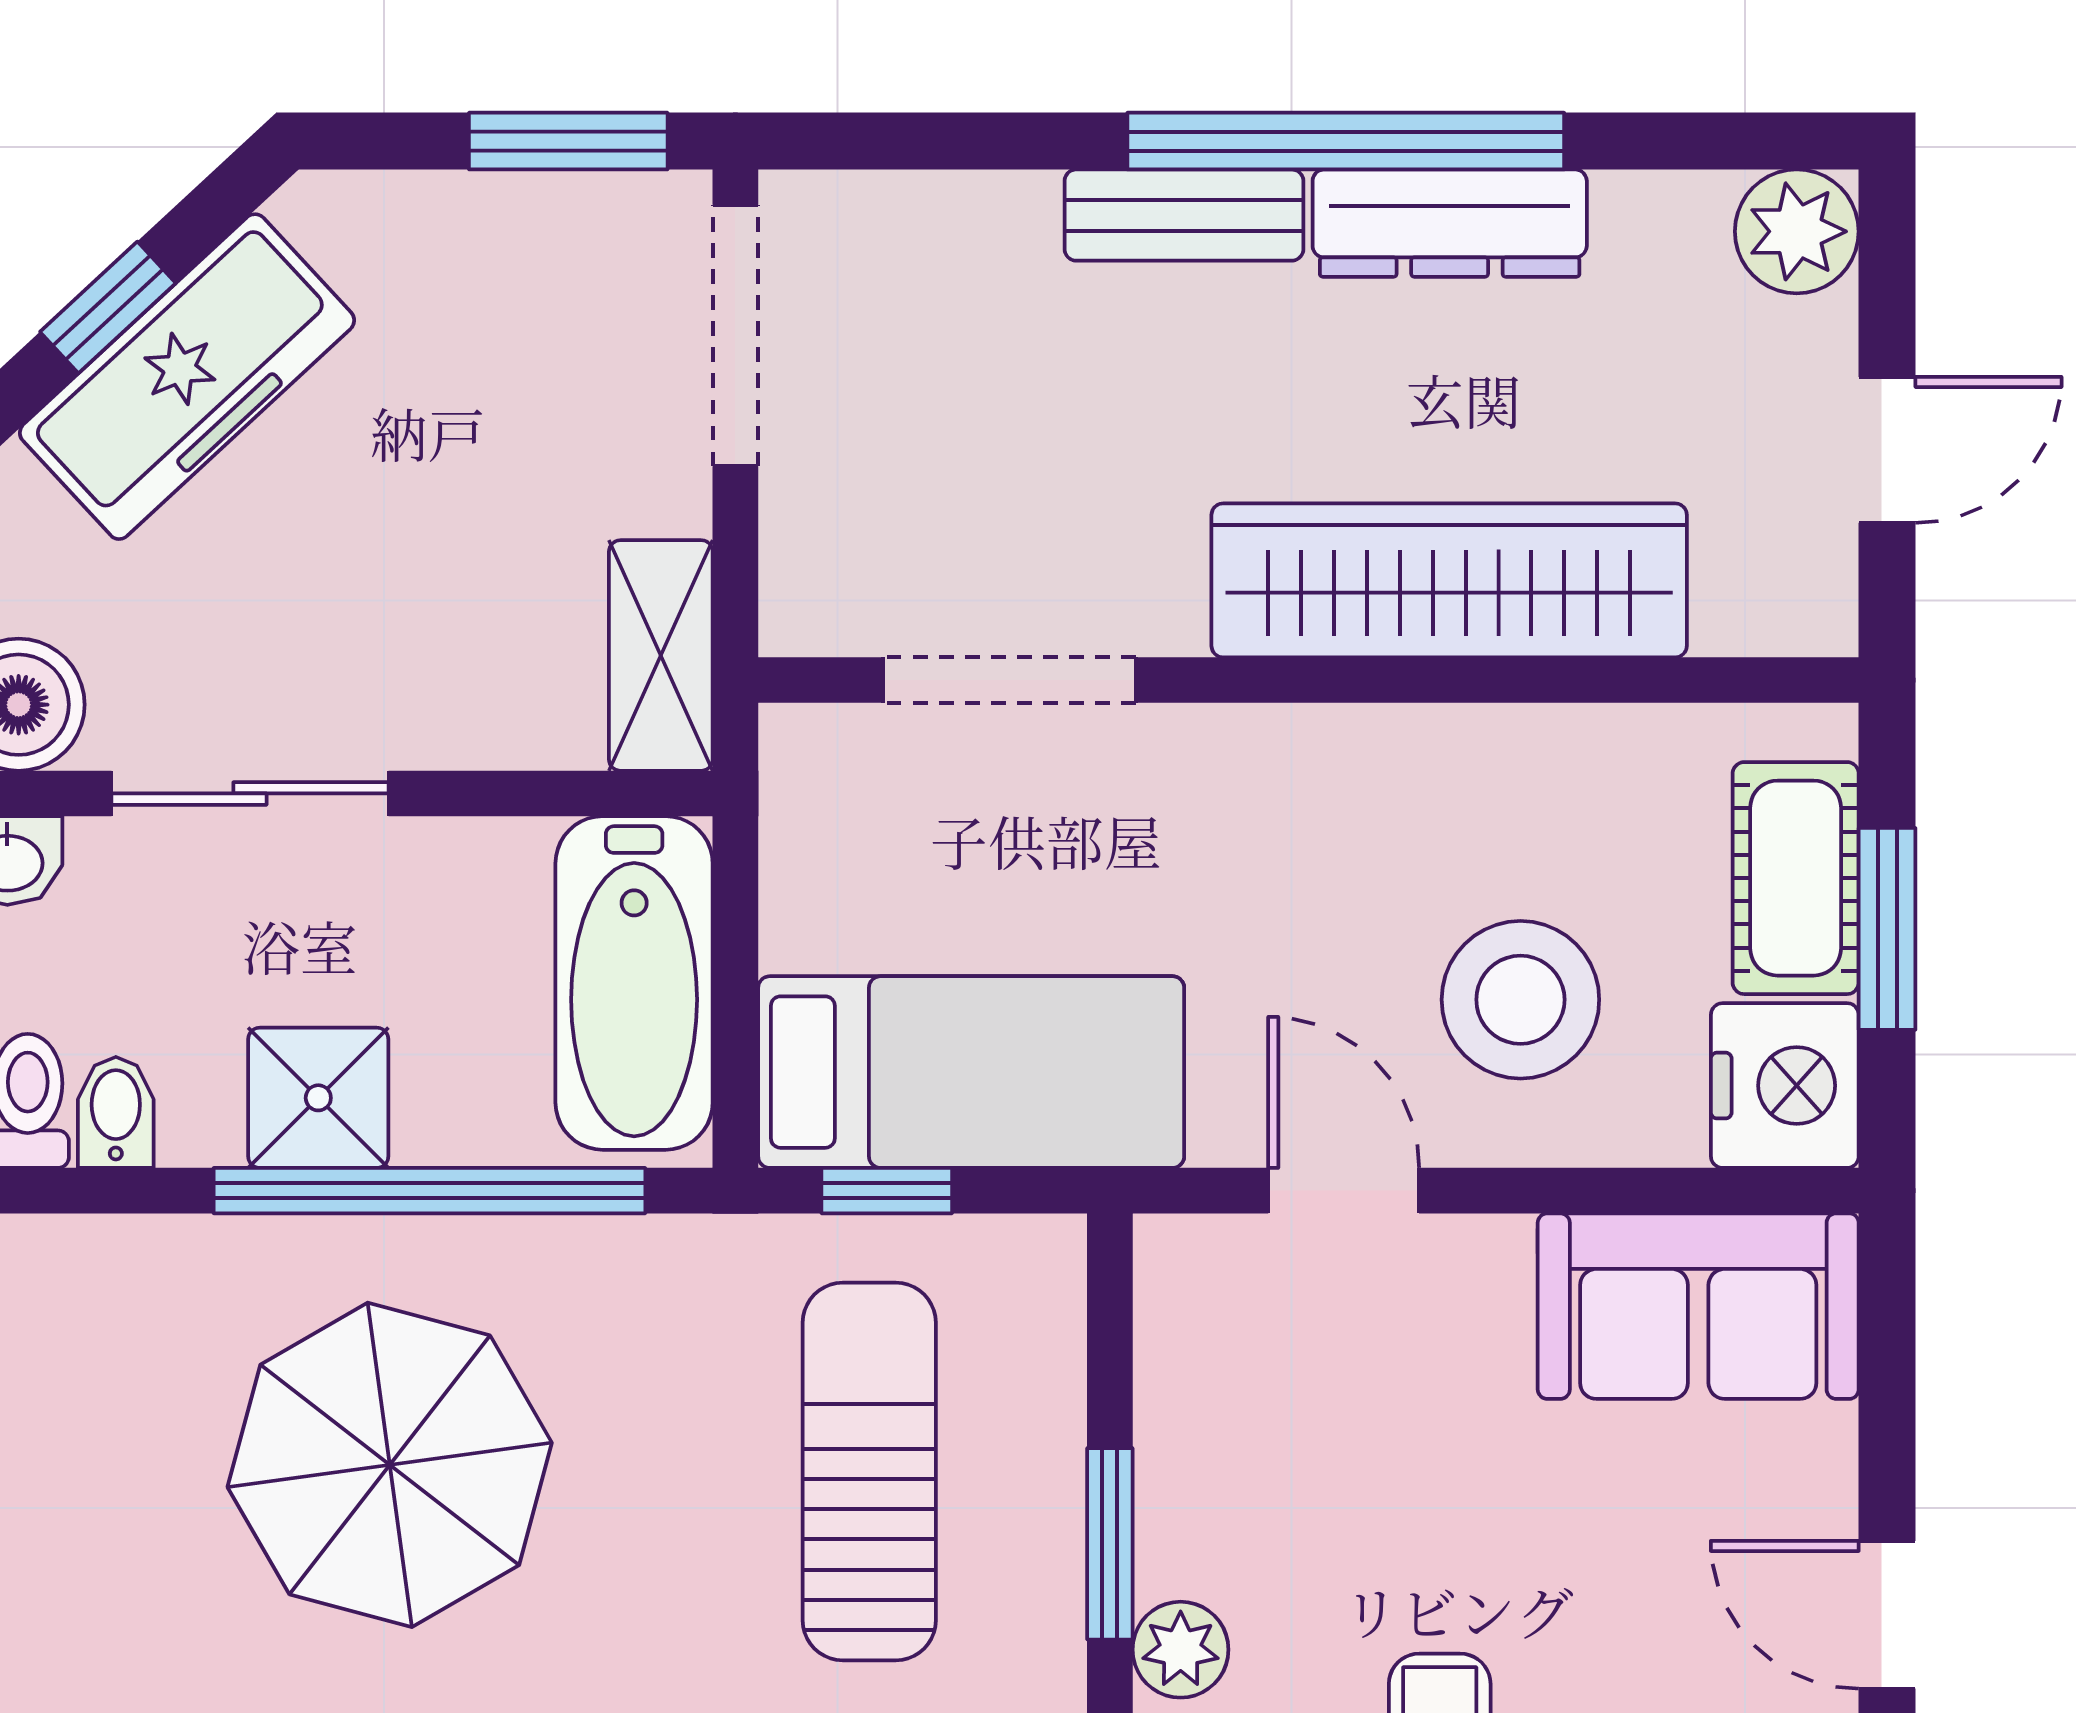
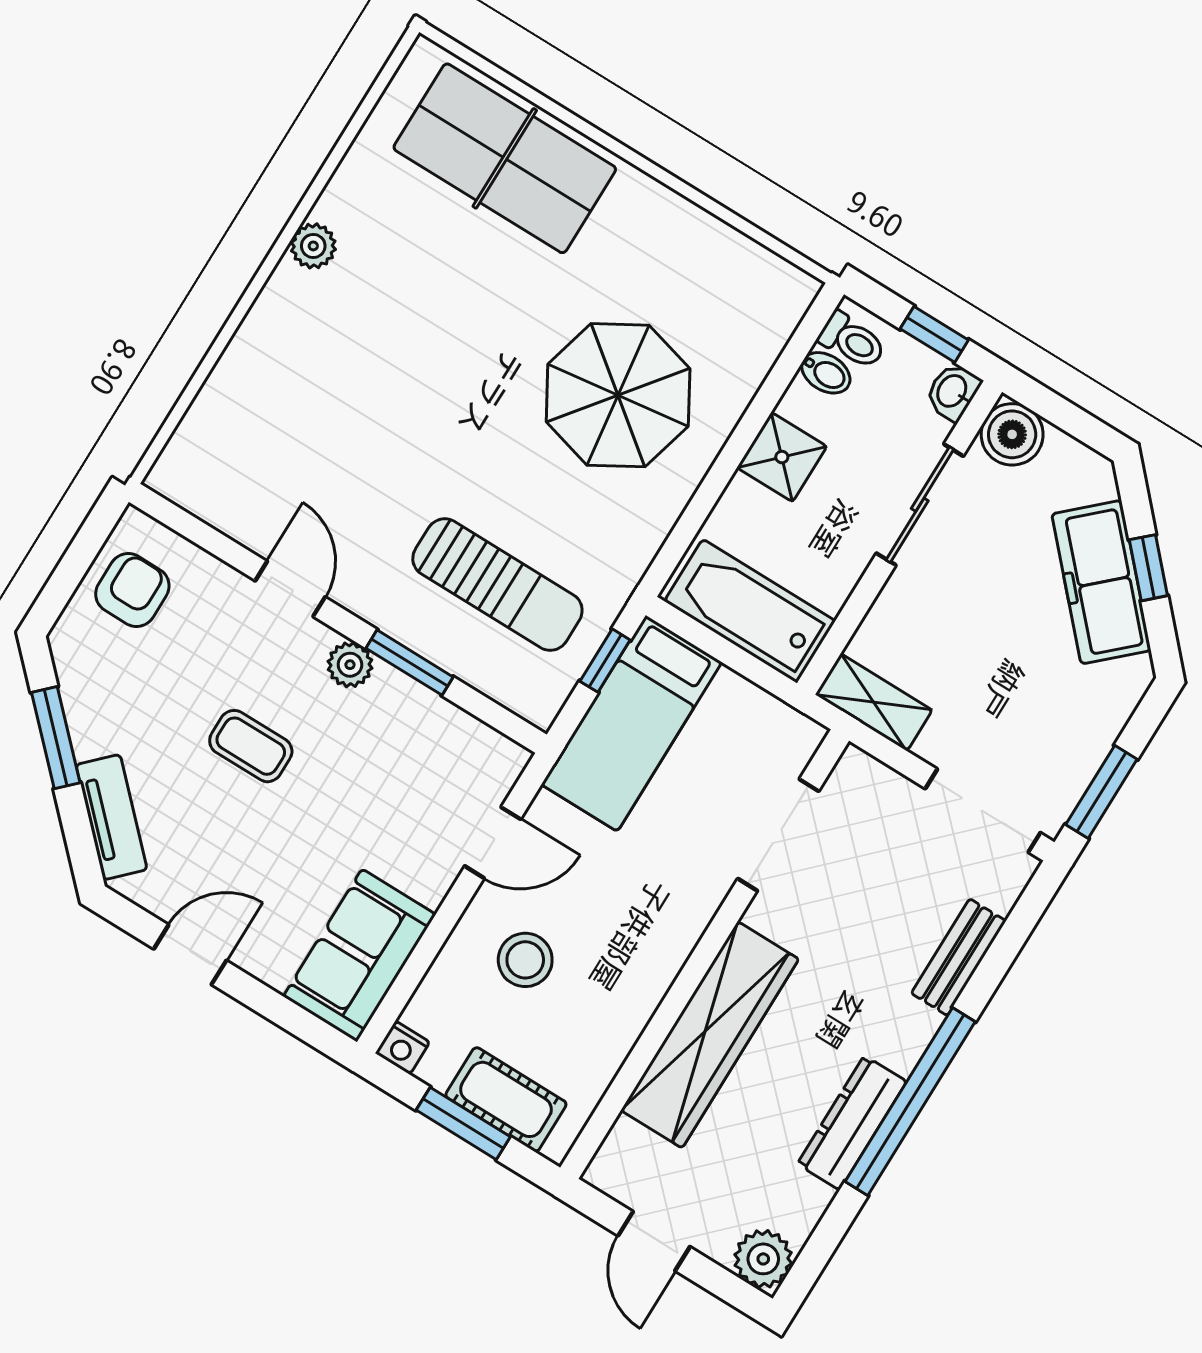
bench: (1184, 215) -> (959, 957), moved
stool: (1520, 1000) -> (525, 960), width x0.73, depth x0.73
nightstand: (1785, 1086) -> (403, 1048), width x0.53, depth x0.56
window: (429, 1191) -> (718, 478), removed

